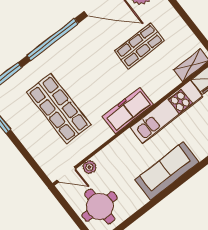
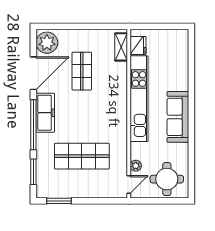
freezer: (128, 111) -> (45, 113), moved, turned 180
kitchen unit: (166, 112) -> (139, 99), width x1.36

